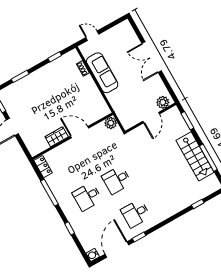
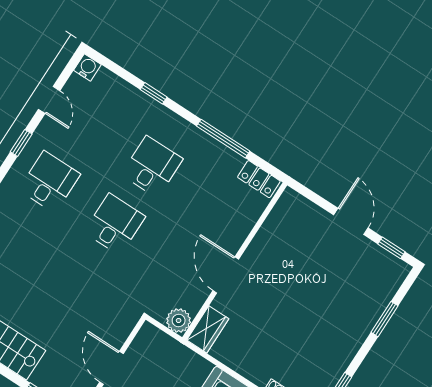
door: (80, 132) -> (226, 275), swing flipped
wardrobe: (57, 137) -> (208, 329), moved
door: (117, 249) -> (49, 100), width x0.53

